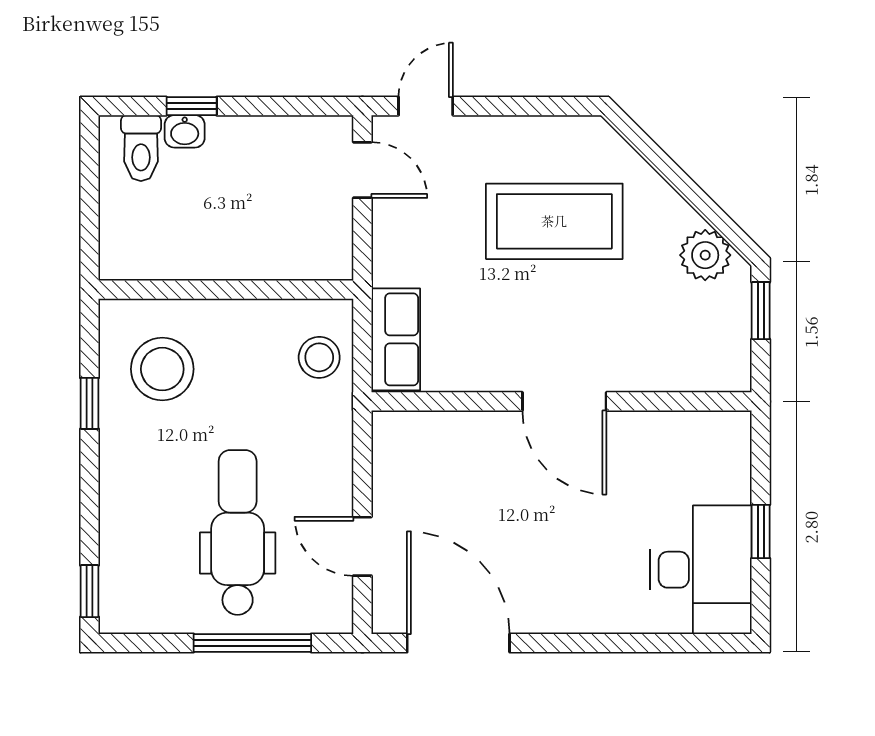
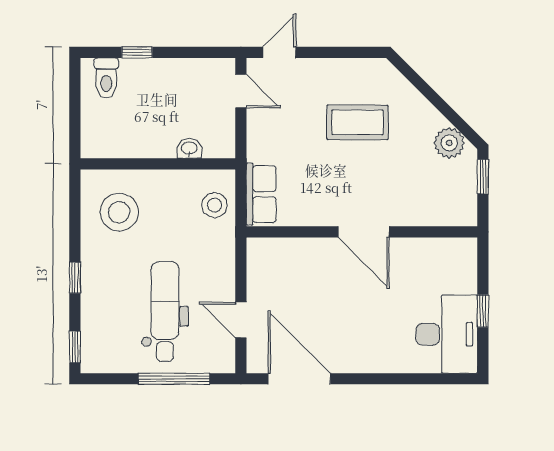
washbasin: (185, 131) -> (189, 149), moved, turned 180
coffee table: (554, 221) -> (358, 122), width x0.73, depth x0.76
window: (89, 403) -> (75, 278), moved

